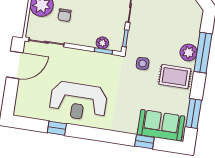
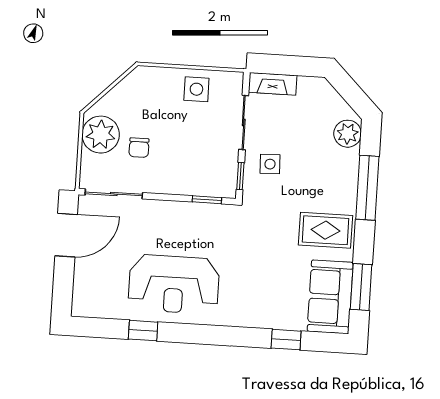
plant: (102, 43) -> (204, 187), removed
plant: (189, 52) -> (348, 134), moved
side table: (143, 63) -> (270, 164), moved
sofa: (161, 125) -> (330, 297), moved, turned -90

